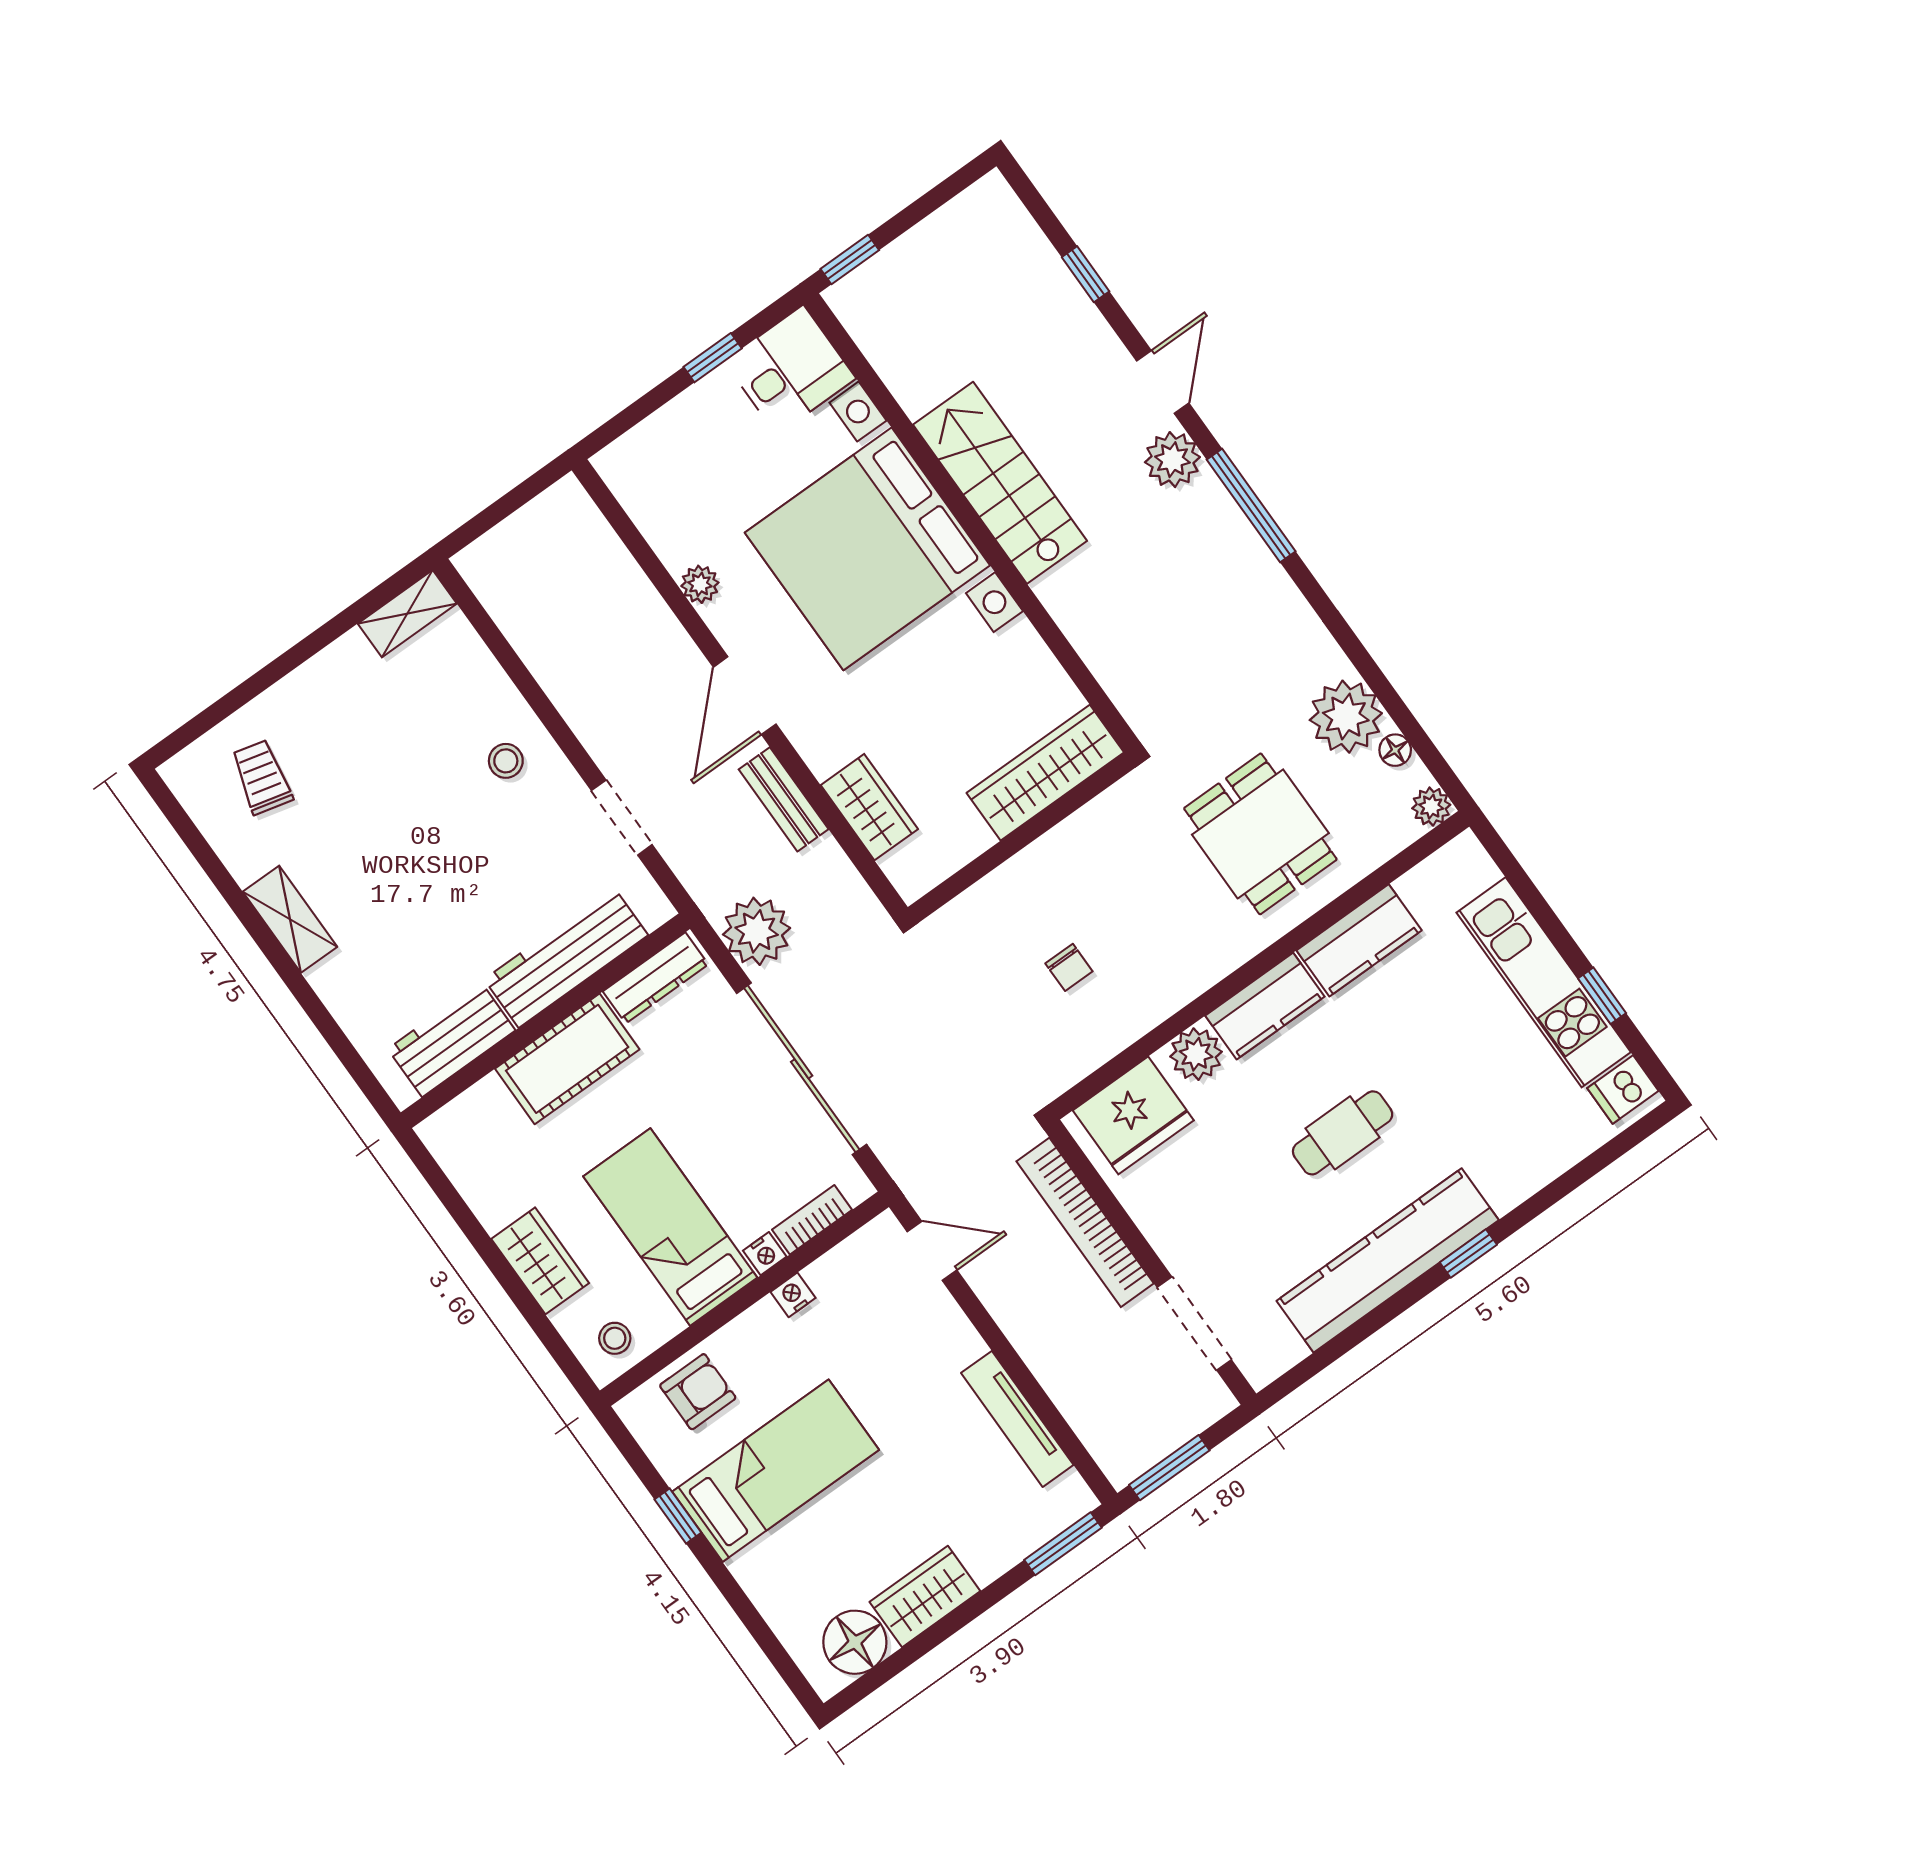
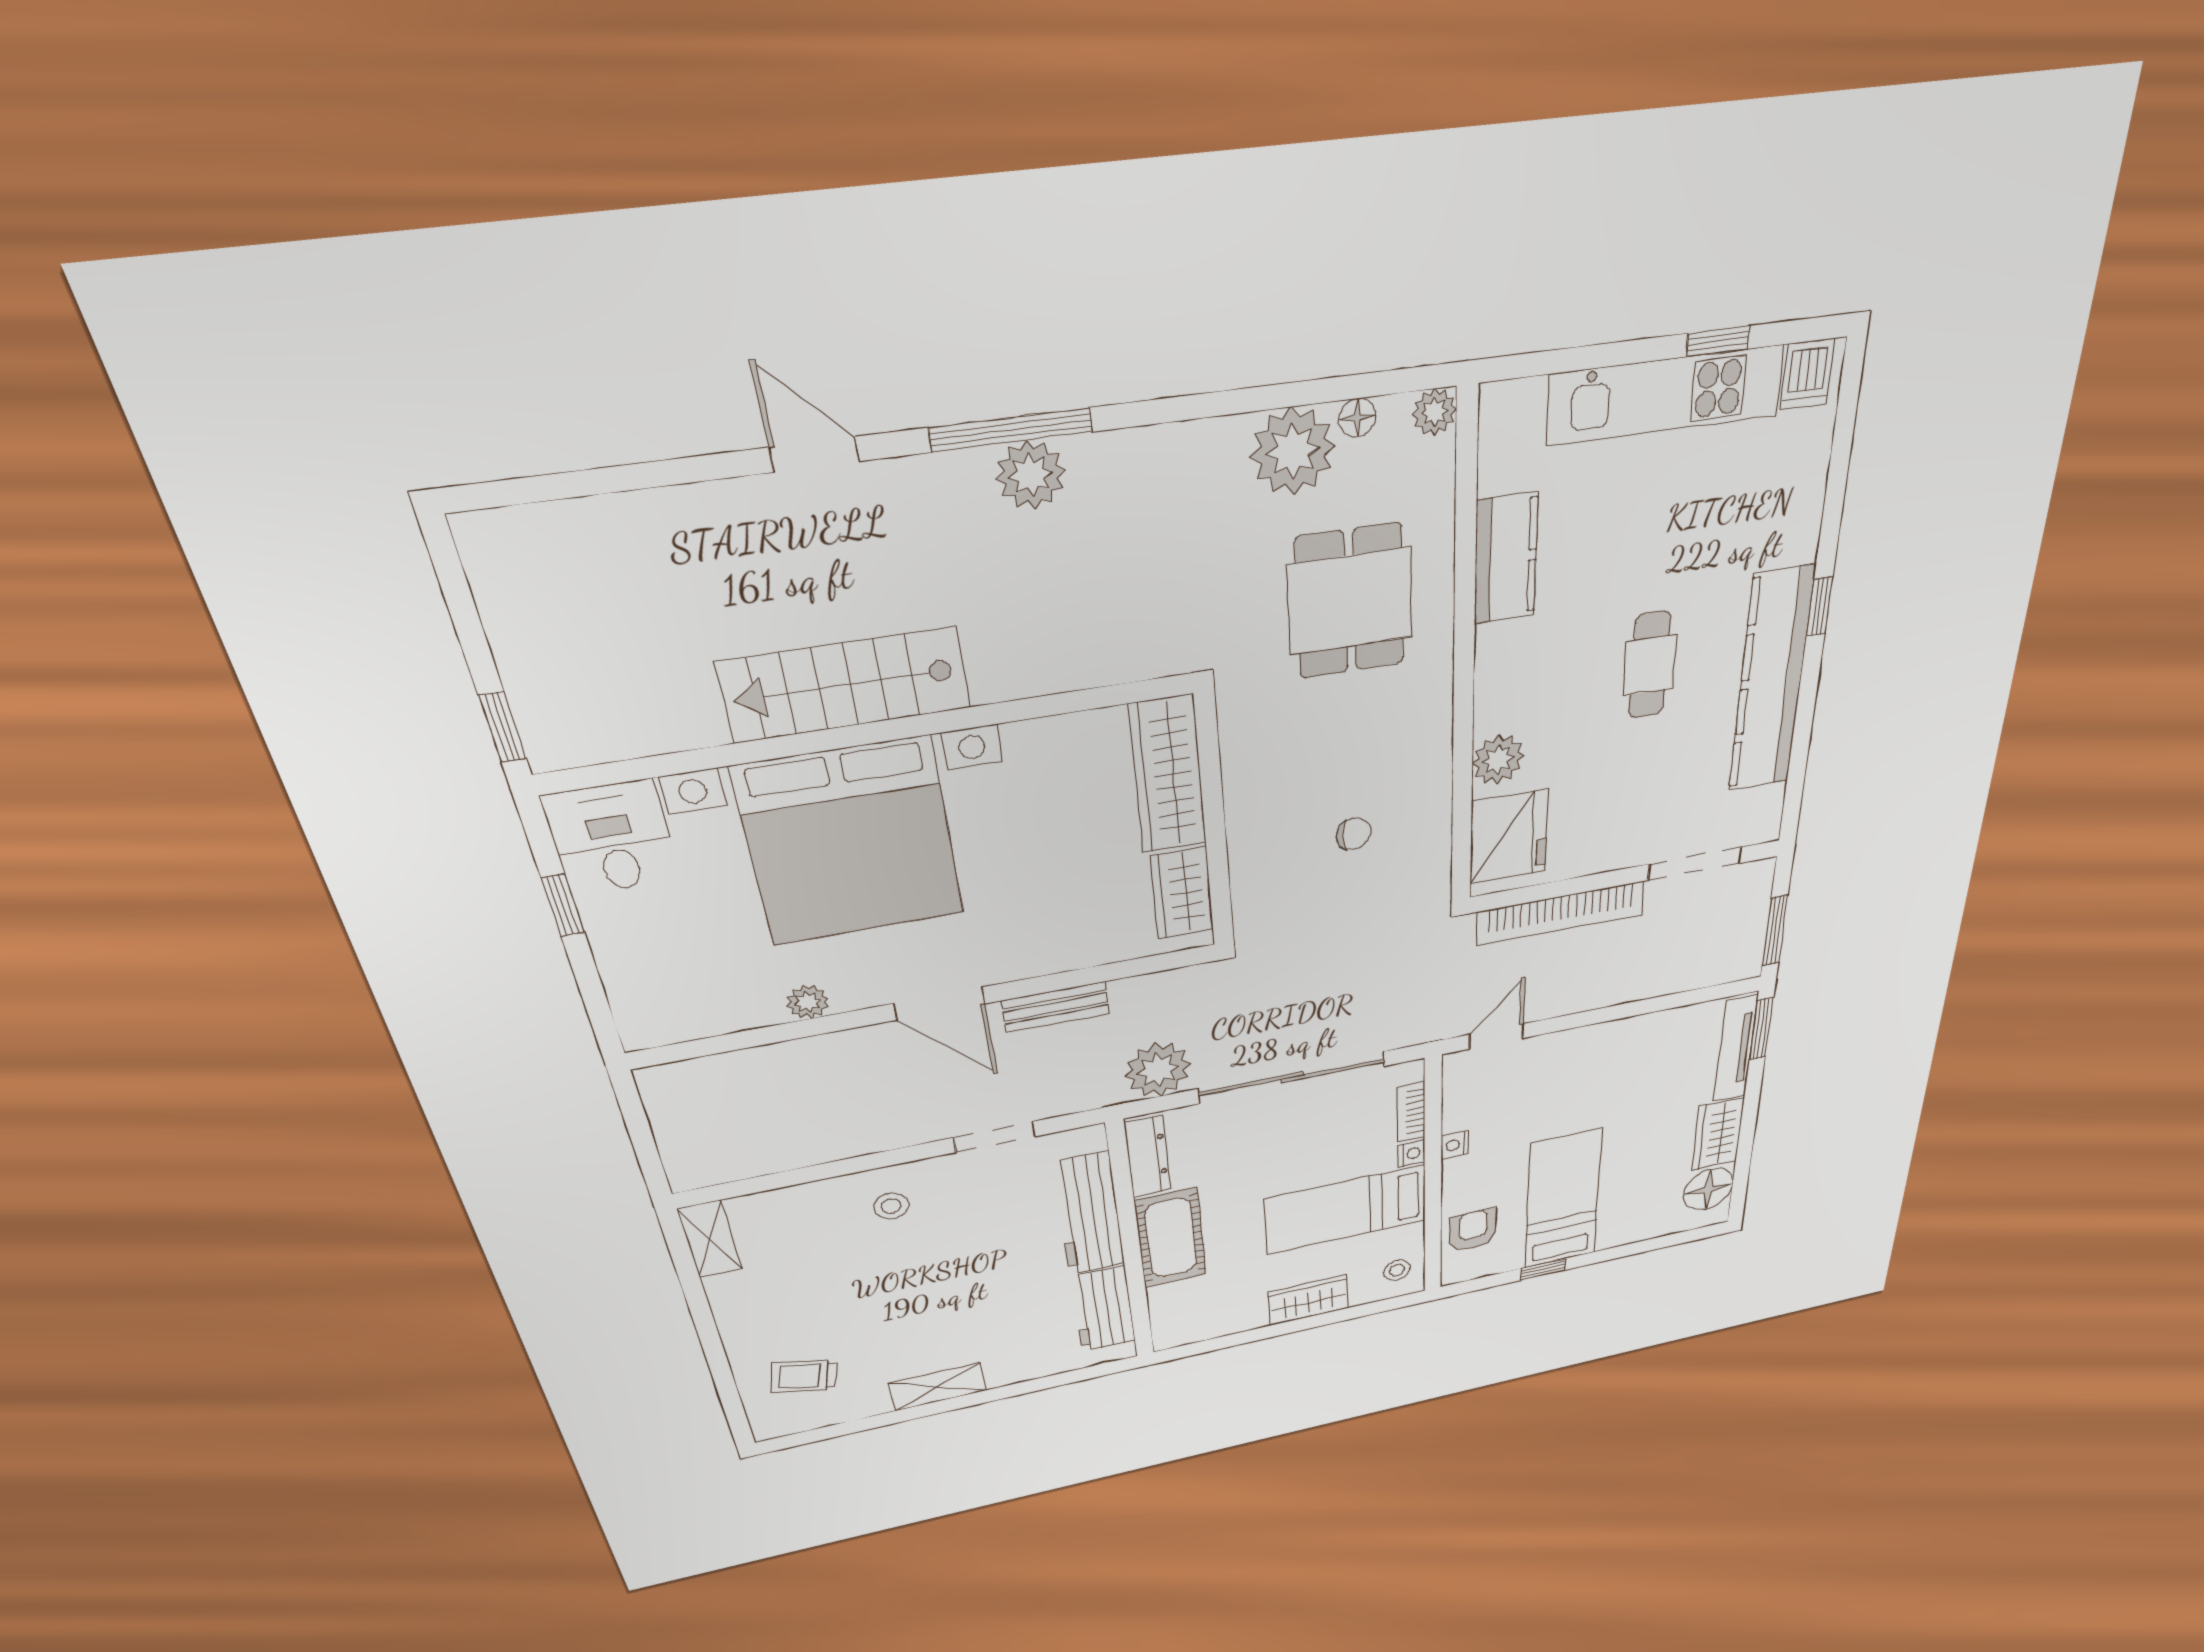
window: (1086, 274) -> (636, 477), removed
plant: (1172, 460) -> (1031, 475), moved
wardrobe: (869, 807) -> (1182, 893), moved, turned -90
dining table: (1260, 834) -> (1350, 601), turned 90
kitchen counter: (1265, 1006) -> (1501, 678), removed
tv unit: (1017, 1419) -> (1736, 1049), moved, turned 90

